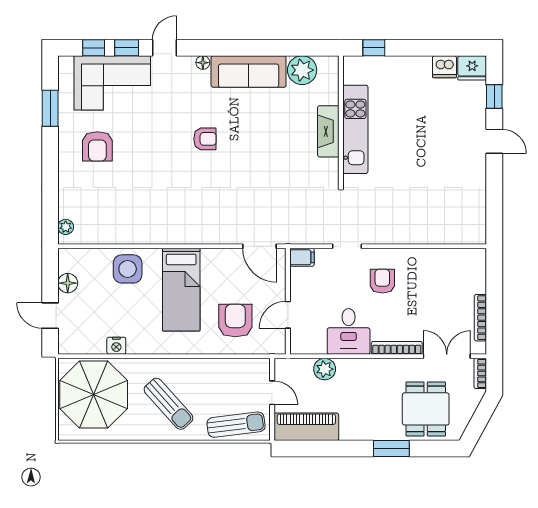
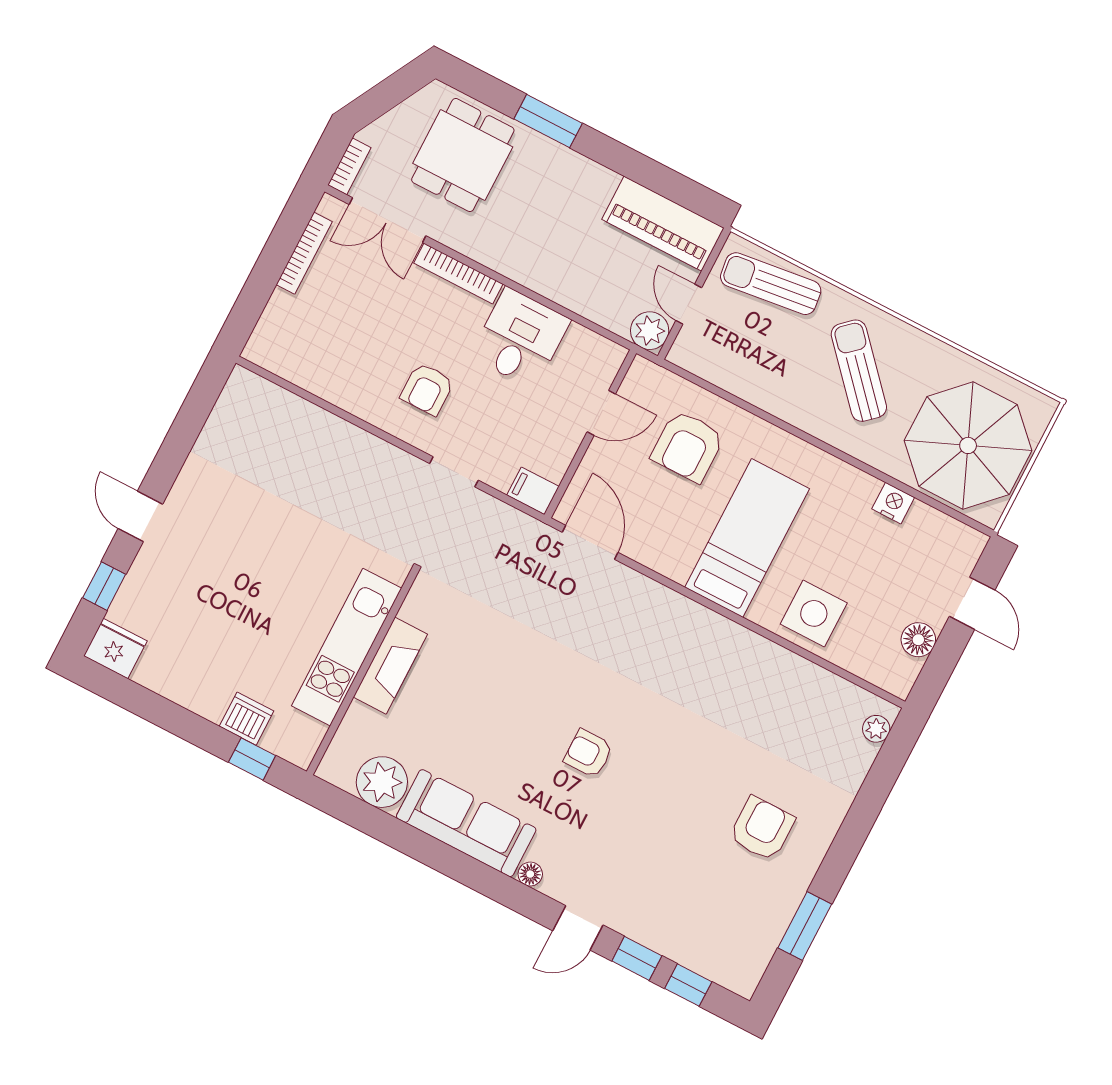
dishwasher: (444, 67) -> (247, 719), moved
corner sofa: (112, 83) -> (688, 916), removed
plant: (325, 369) -> (650, 331), moved

